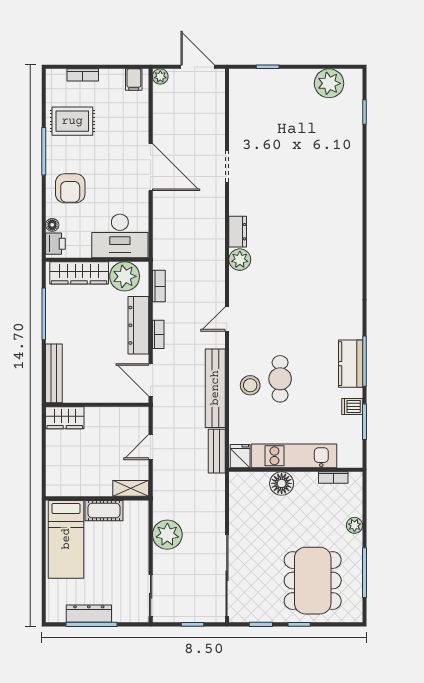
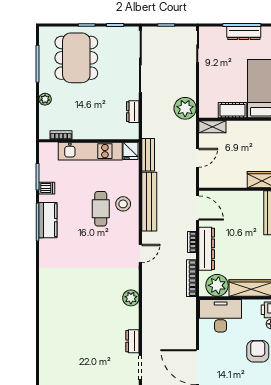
dresser: (238, 232) -> (132, 341), moved
bookcase: (159, 286) -> (191, 278), width x1.56
floor lamp: (282, 483) -> (100, 130), removed
dresser: (237, 509) -> (133, 112), added
plant: (167, 535) -> (185, 108), moved

